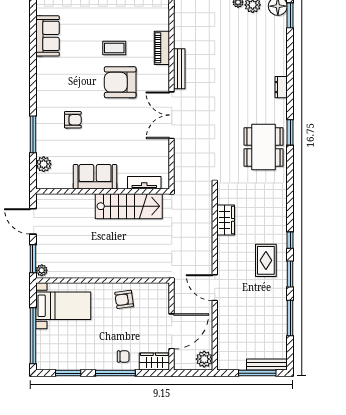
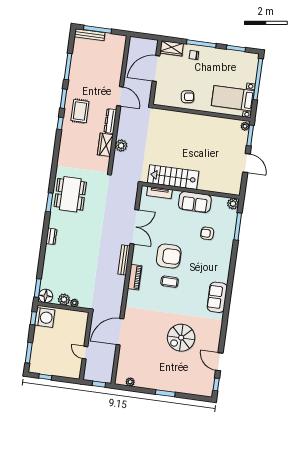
sofa: (95, 177) -> (195, 202), moved
tv unit: (144, 183) -> (159, 193), moved
wall: (103, 191) -> (191, 191), moved
stairs: (129, 206) -> (173, 177), moved
dresser: (223, 253) -> (110, 121), added
plant: (204, 359) -> (121, 146), moved

